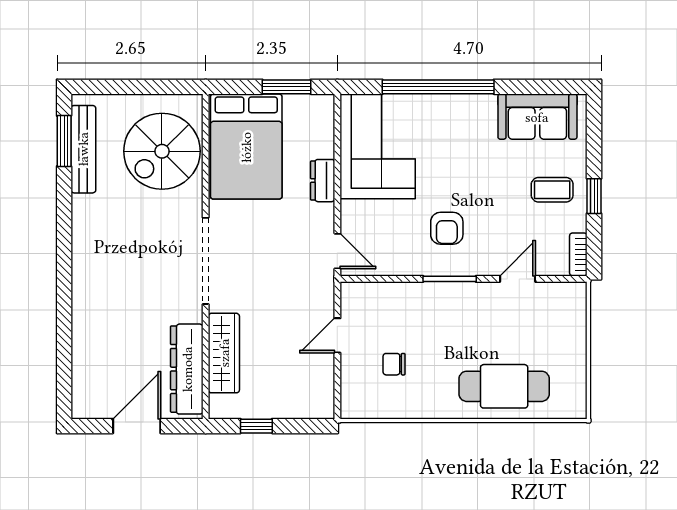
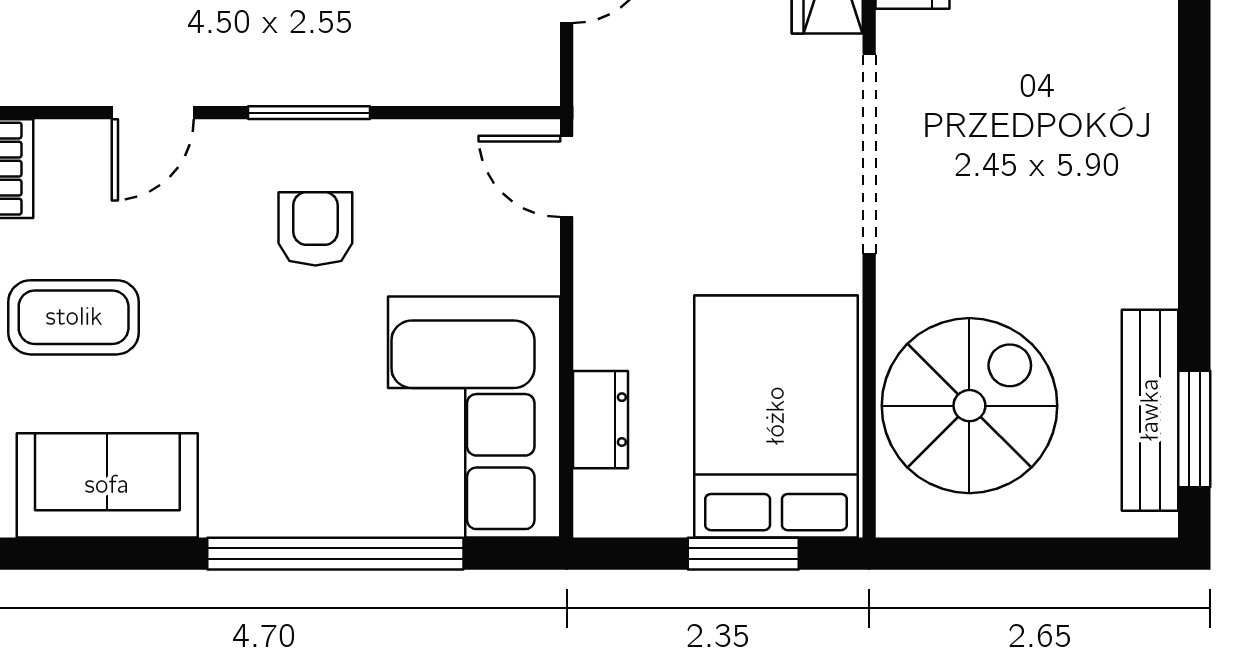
window: (287, 87) -> (743, 554), moved
dresser: (323, 181) -> (600, 420), moved
coffee table: (552, 190) -> (74, 317), width x1.36, depth x1.30

